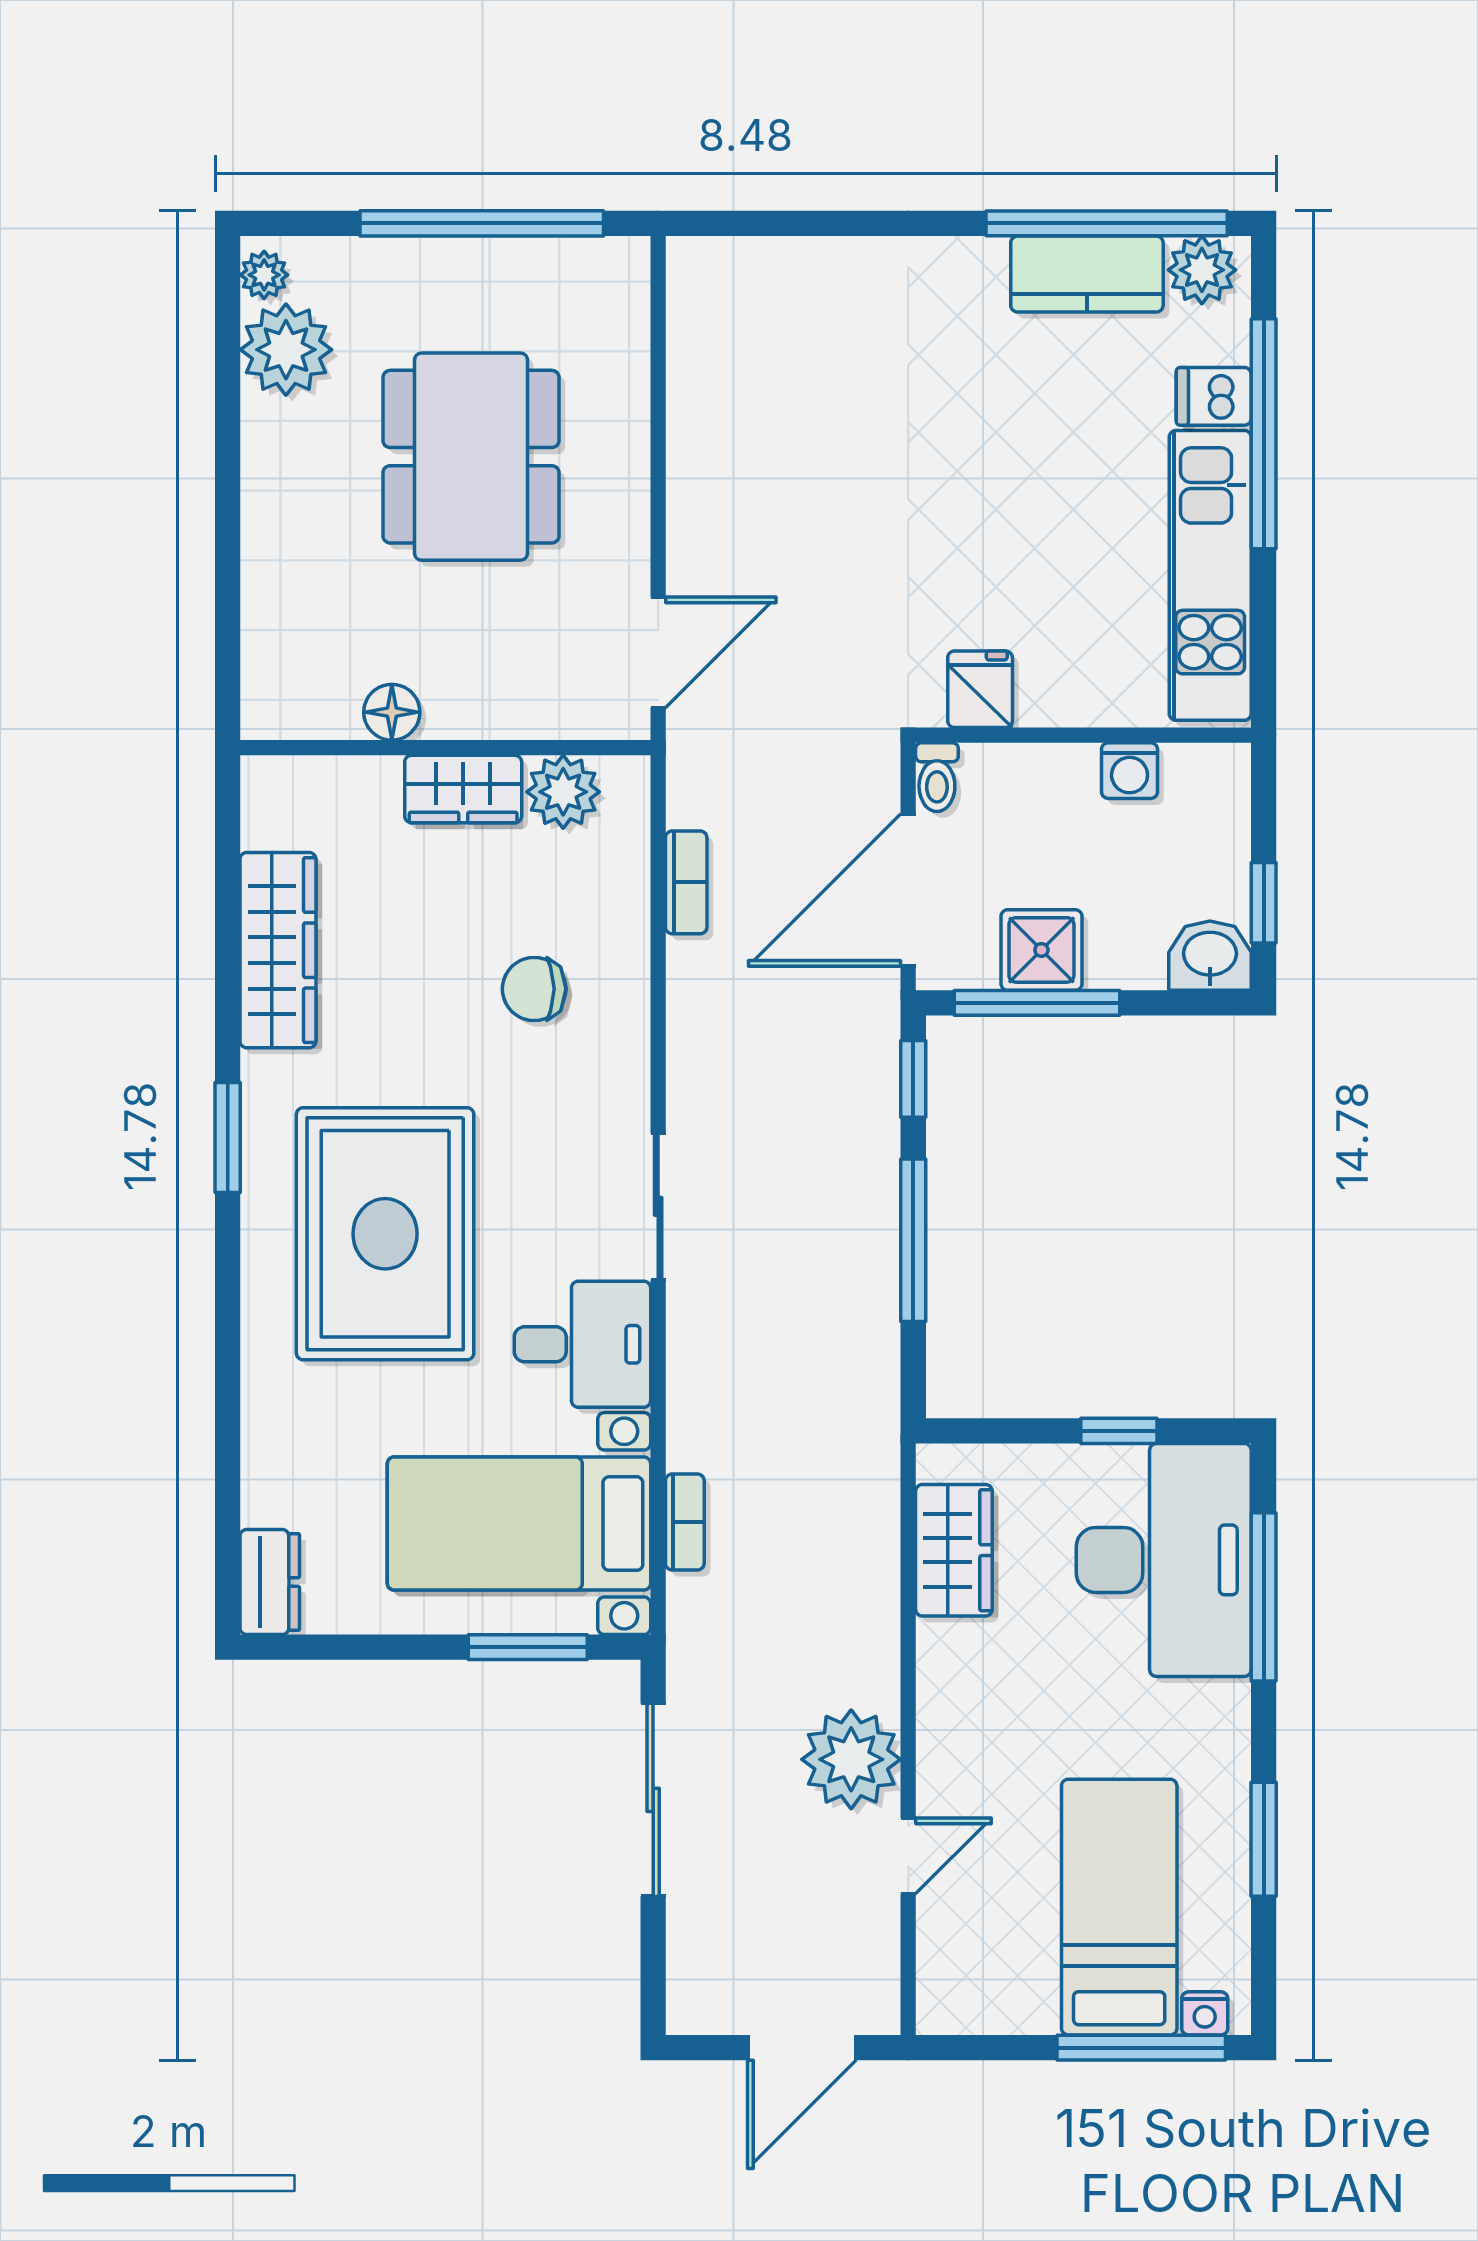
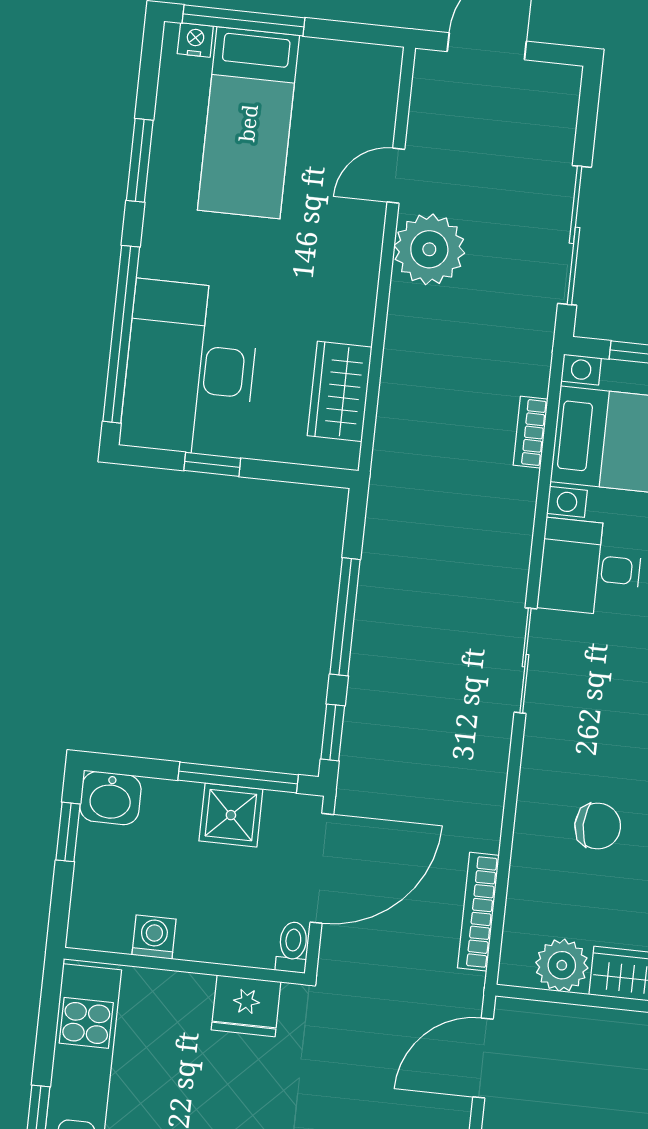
fridge: (980, 689) -> (246, 1006), width x1.38
bookcase: (686, 882) -> (478, 912), width x1.56
window: (1264, 1597) -> (121, 334), width x1.46

